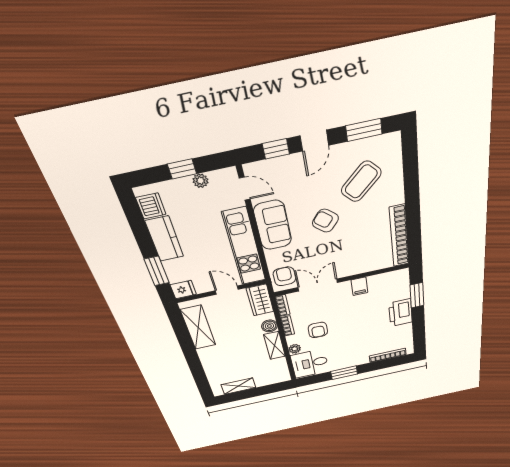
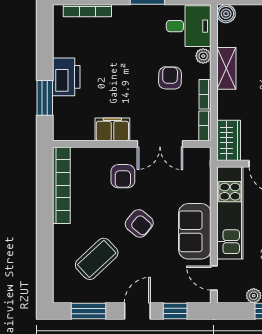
armchair: (284, 276) -> (123, 176), moved
filing cabinet: (359, 286) -> (112, 129), width x2.00
boiler: (269, 326) -> (226, 14), moved

